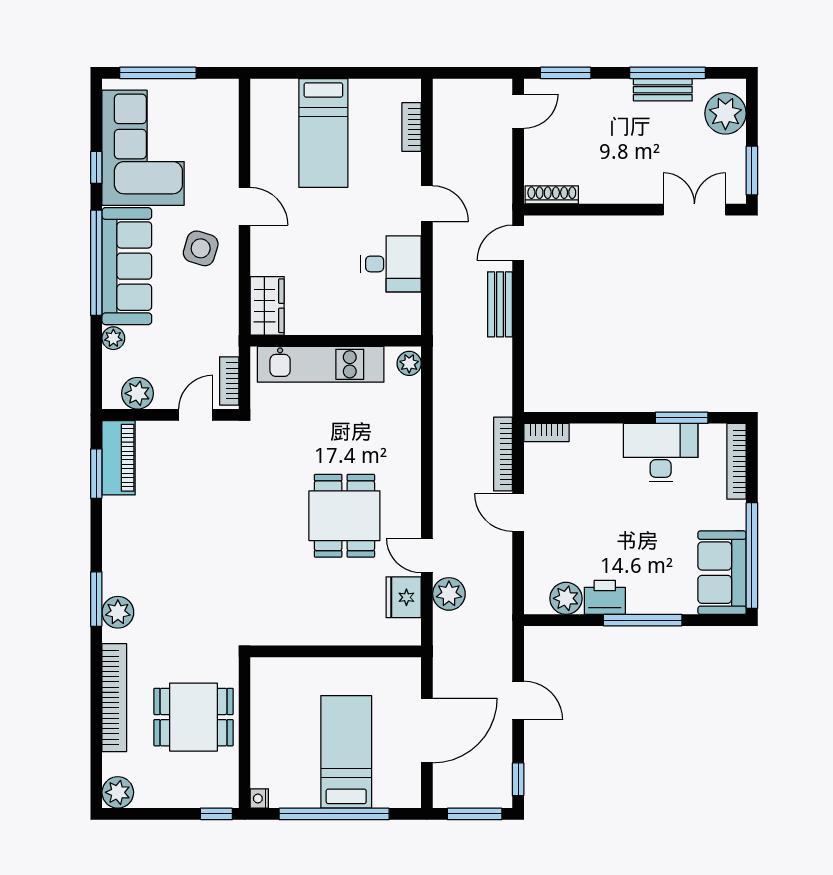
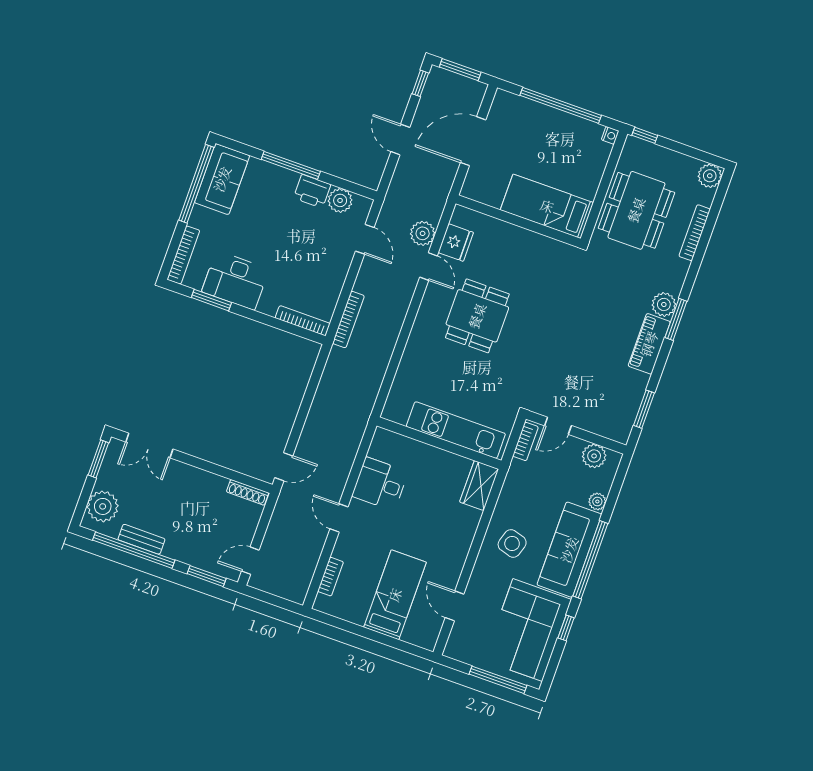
window: (667, 73) -> (134, 550), width x1.46
door: (245, 206) -> (455, 606), moved
bench: (500, 304) -> (312, 427), removed
plant: (409, 363) -> (392, 408), removed
bookcase: (546, 432) -> (303, 321), width x1.56
piano: (119, 458) -> (649, 344), moved
door: (518, 512) -> (365, 239), moved
bookcase: (114, 698) -> (695, 233), width x0.68, depth x0.76
dining table: (194, 717) -> (636, 210), width x1.38
bed: (346, 752) -> (547, 206), moved, turned 90

